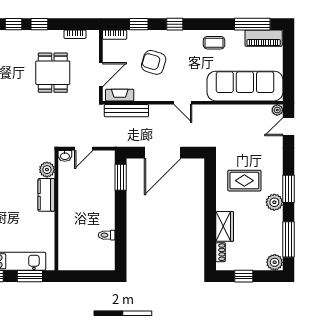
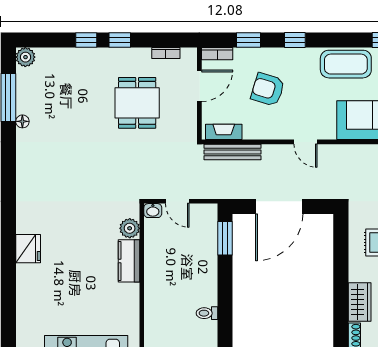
coffee table: (214, 43) -> (346, 64), width x1.86, depth x1.72
door: (101, 75) -> (199, 86), moved
door: (84, 149) -> (177, 201), hinge flipped

